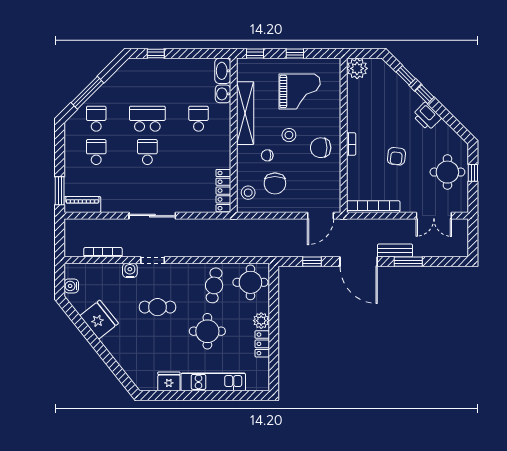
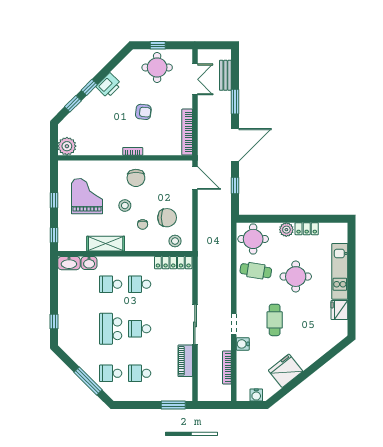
shelving: (245, 113) -> (106, 244), width x0.68
school desk: (199, 152) -> (140, 284), added
piano: (82, 204) -> (185, 361), moved
bench: (395, 251) -> (225, 75), moved

